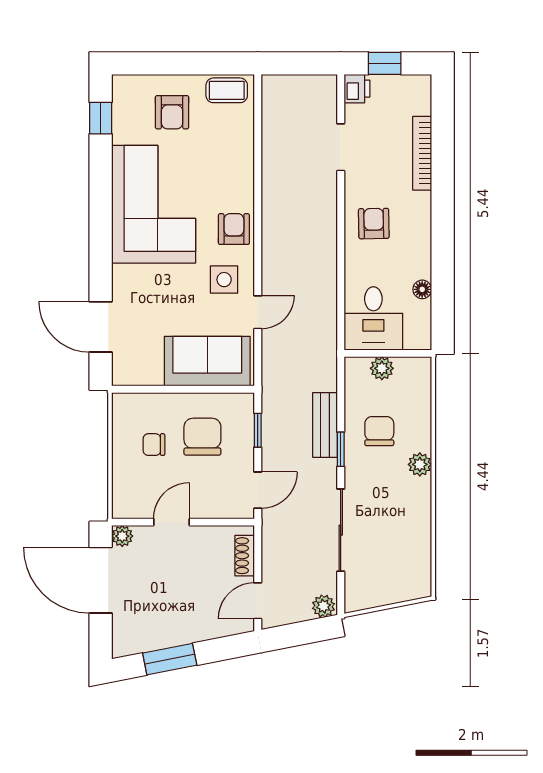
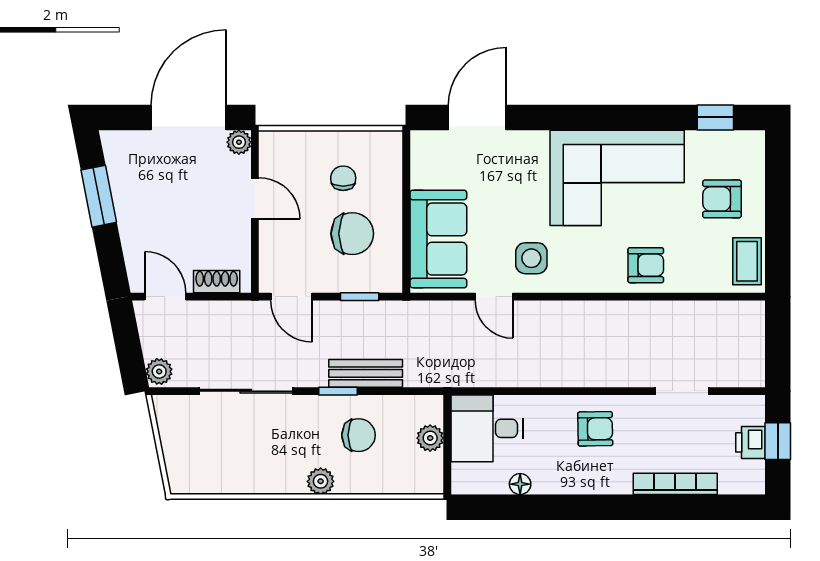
printer: (357, 89) -> (750, 442), moved, turned 90
armchair: (234, 229) -> (646, 265), moved

